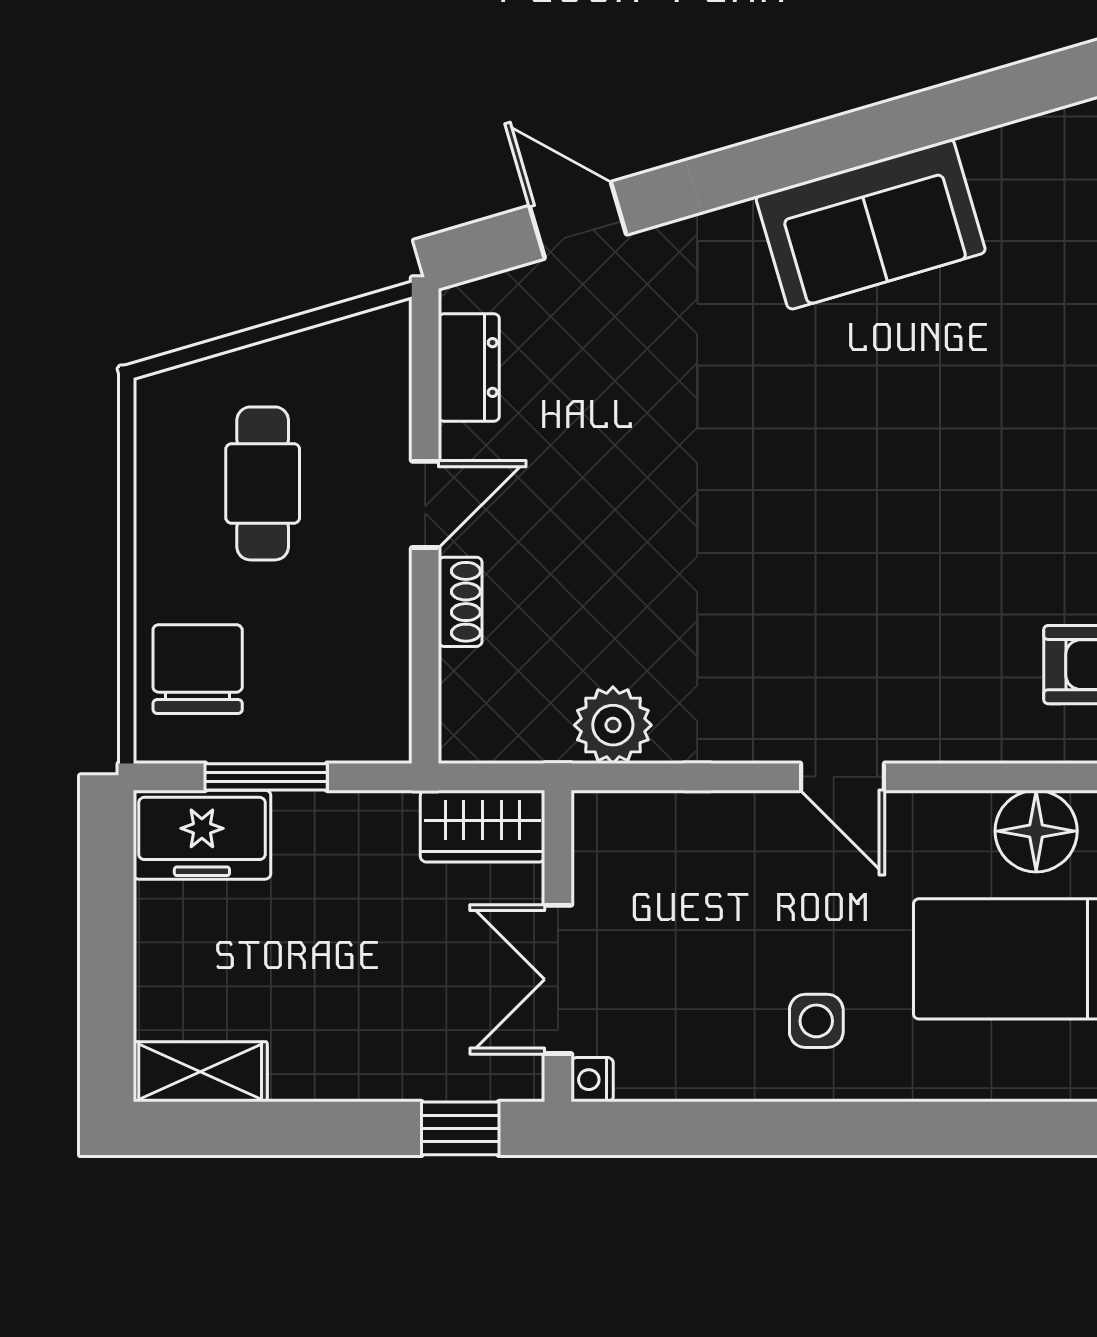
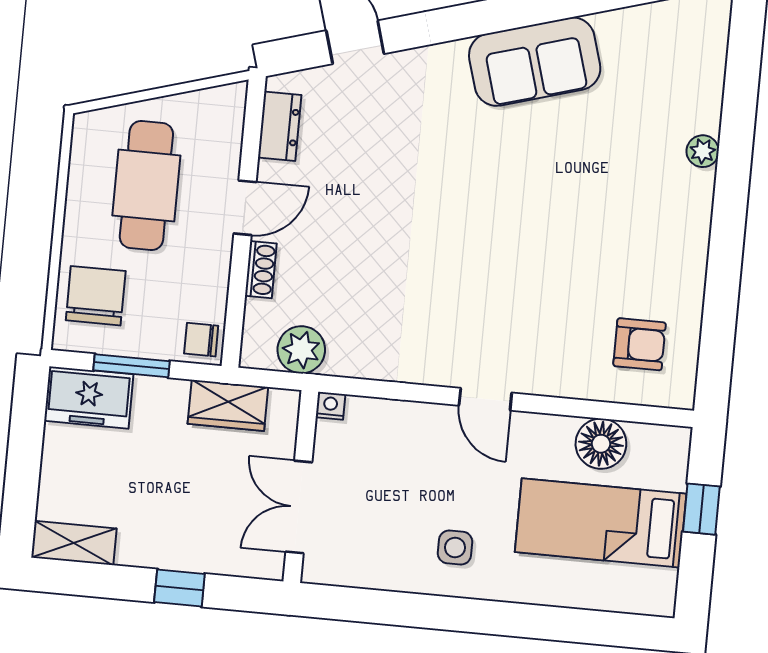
cafe table: (263, 483) -> (146, 185), width x1.37, depth x1.35
chair: (375, 724) -> (201, 340), added
plant: (613, 725) -> (301, 350), moved
wardrobe: (483, 826) -> (228, 405), moved
nightstand: (592, 1080) -> (330, 406), moved, turned 90
window: (460, 1128) -> (179, 588), moved

